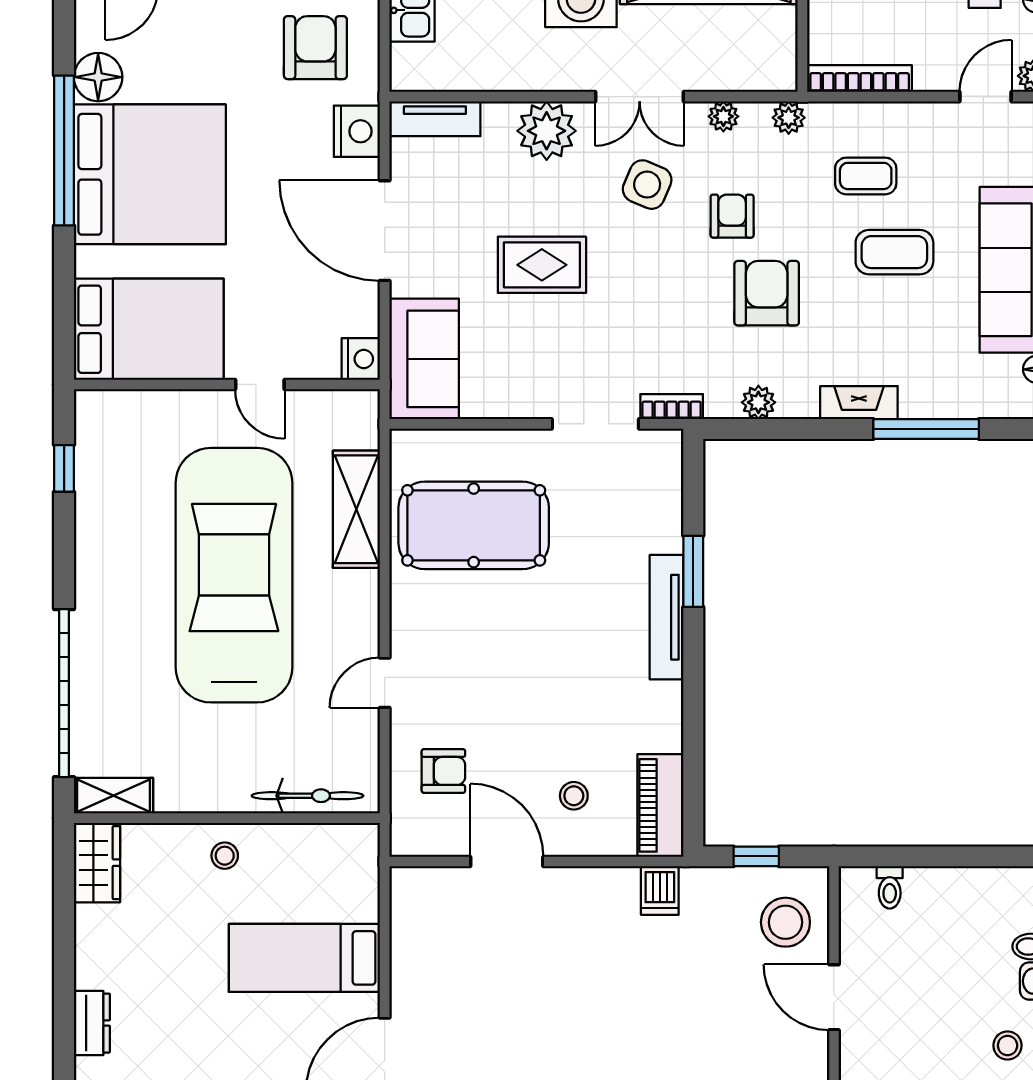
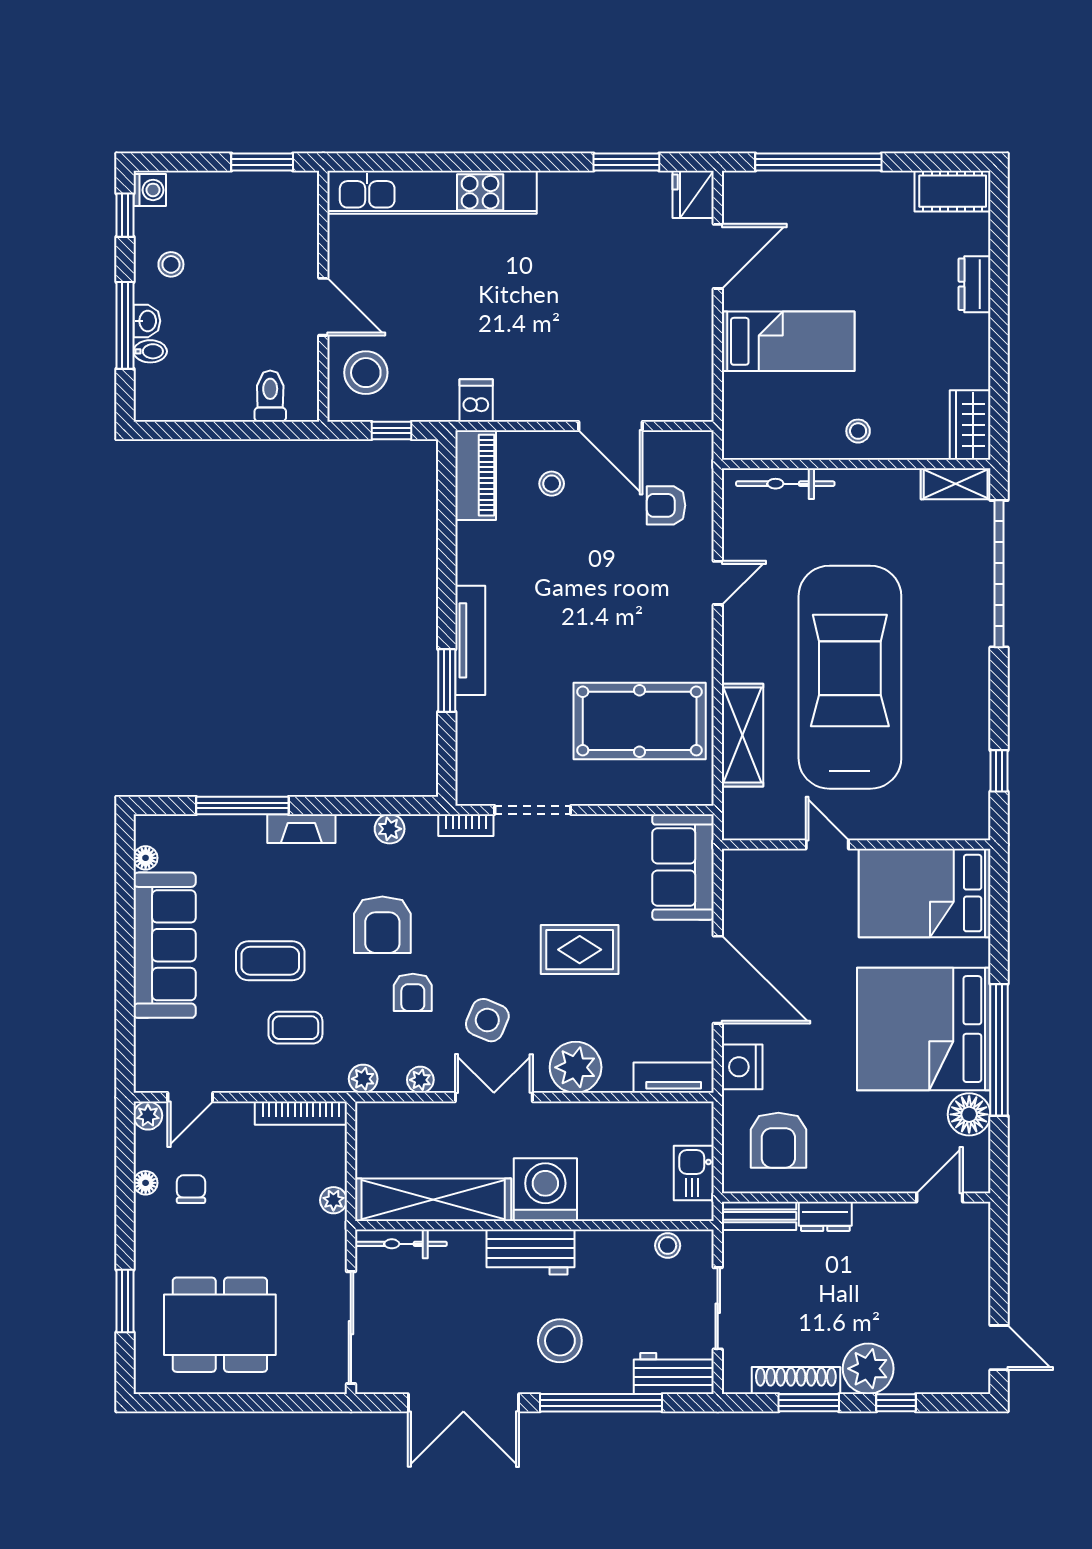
nightstand: (361, 359) -> (739, 867), removed
car: (234, 575) -> (850, 677), turned 180
toilet: (890, 887) -> (270, 396), width x1.37, depth x1.39

